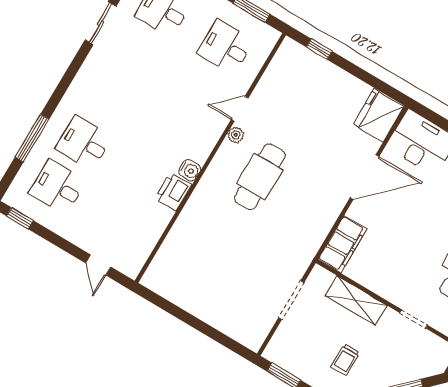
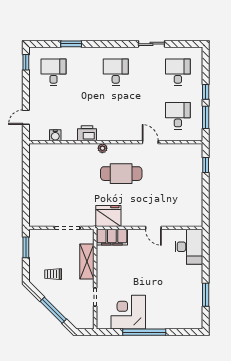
fridge: (379, 115) -> (108, 216), moved
plant: (236, 135) -> (102, 148), moved
window: (32, 138) -> (71, 44), width x0.69
desk: (84, 143) -> (116, 72), moved
water cooler: (190, 170) -> (55, 135), moved
door: (365, 177) -> (153, 228), width x0.53

